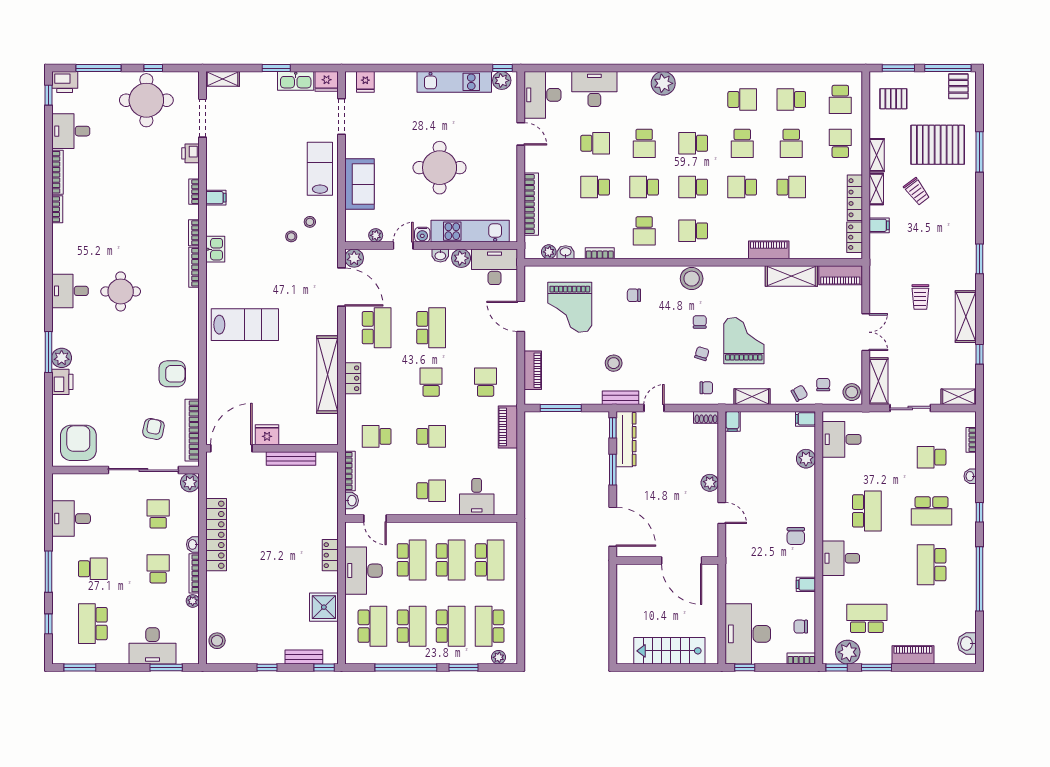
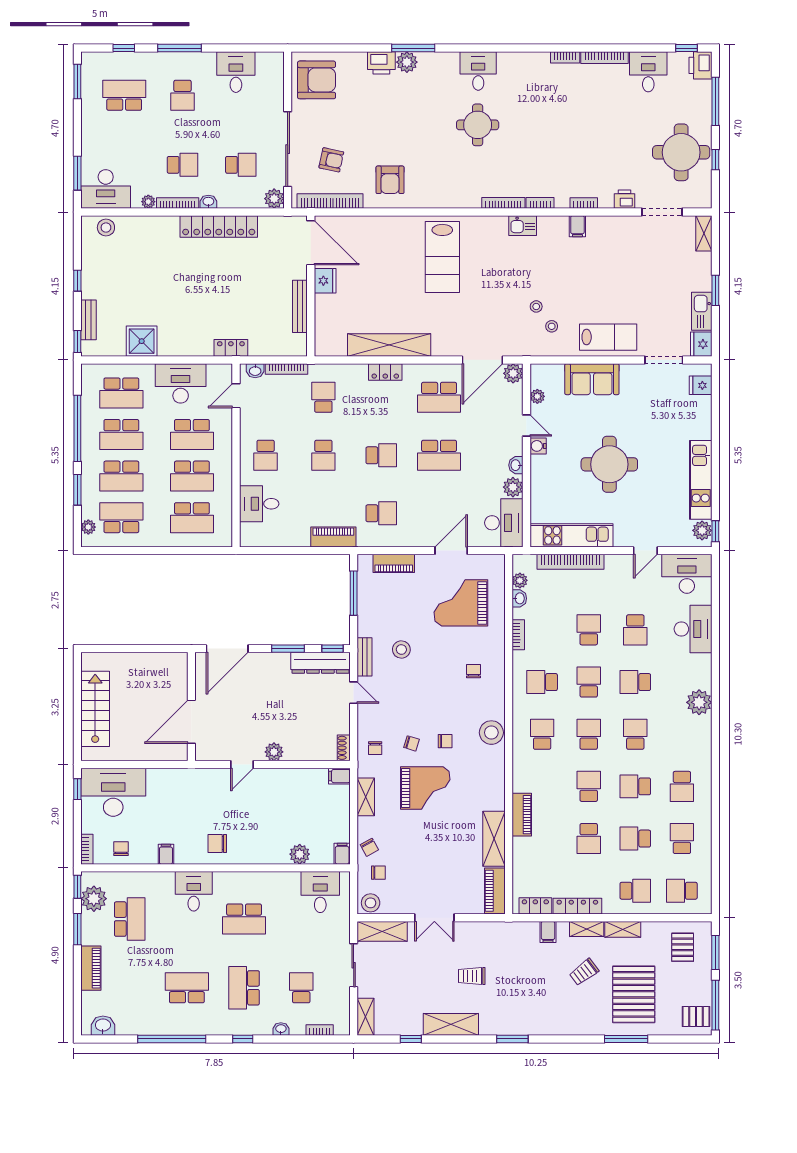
kitchen unit: (470, 231) -> (572, 535), moved, turned -90
locker: (330, 555) -> (231, 348), moved
desk: (153, 646) -> (106, 189), moved, turned -90

